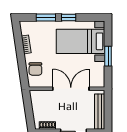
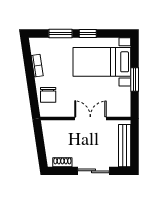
double door: (71, 89) -> (90, 118), width x0.73

